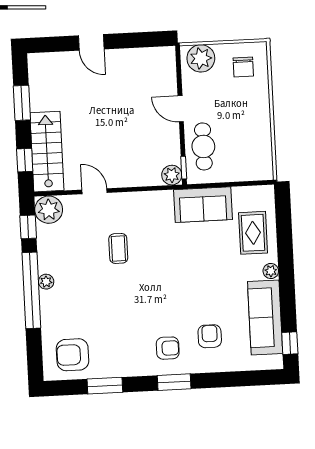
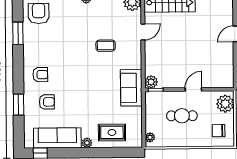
cafe table: (203, 146) -> (182, 116), moved
plant: (258, 173) -> (150, 137), added
sofa: (203, 205) -> (131, 88), moved
armchair: (168, 348) -> (40, 75), turned -90
window: (174, 382) -> (19, 105), moved

